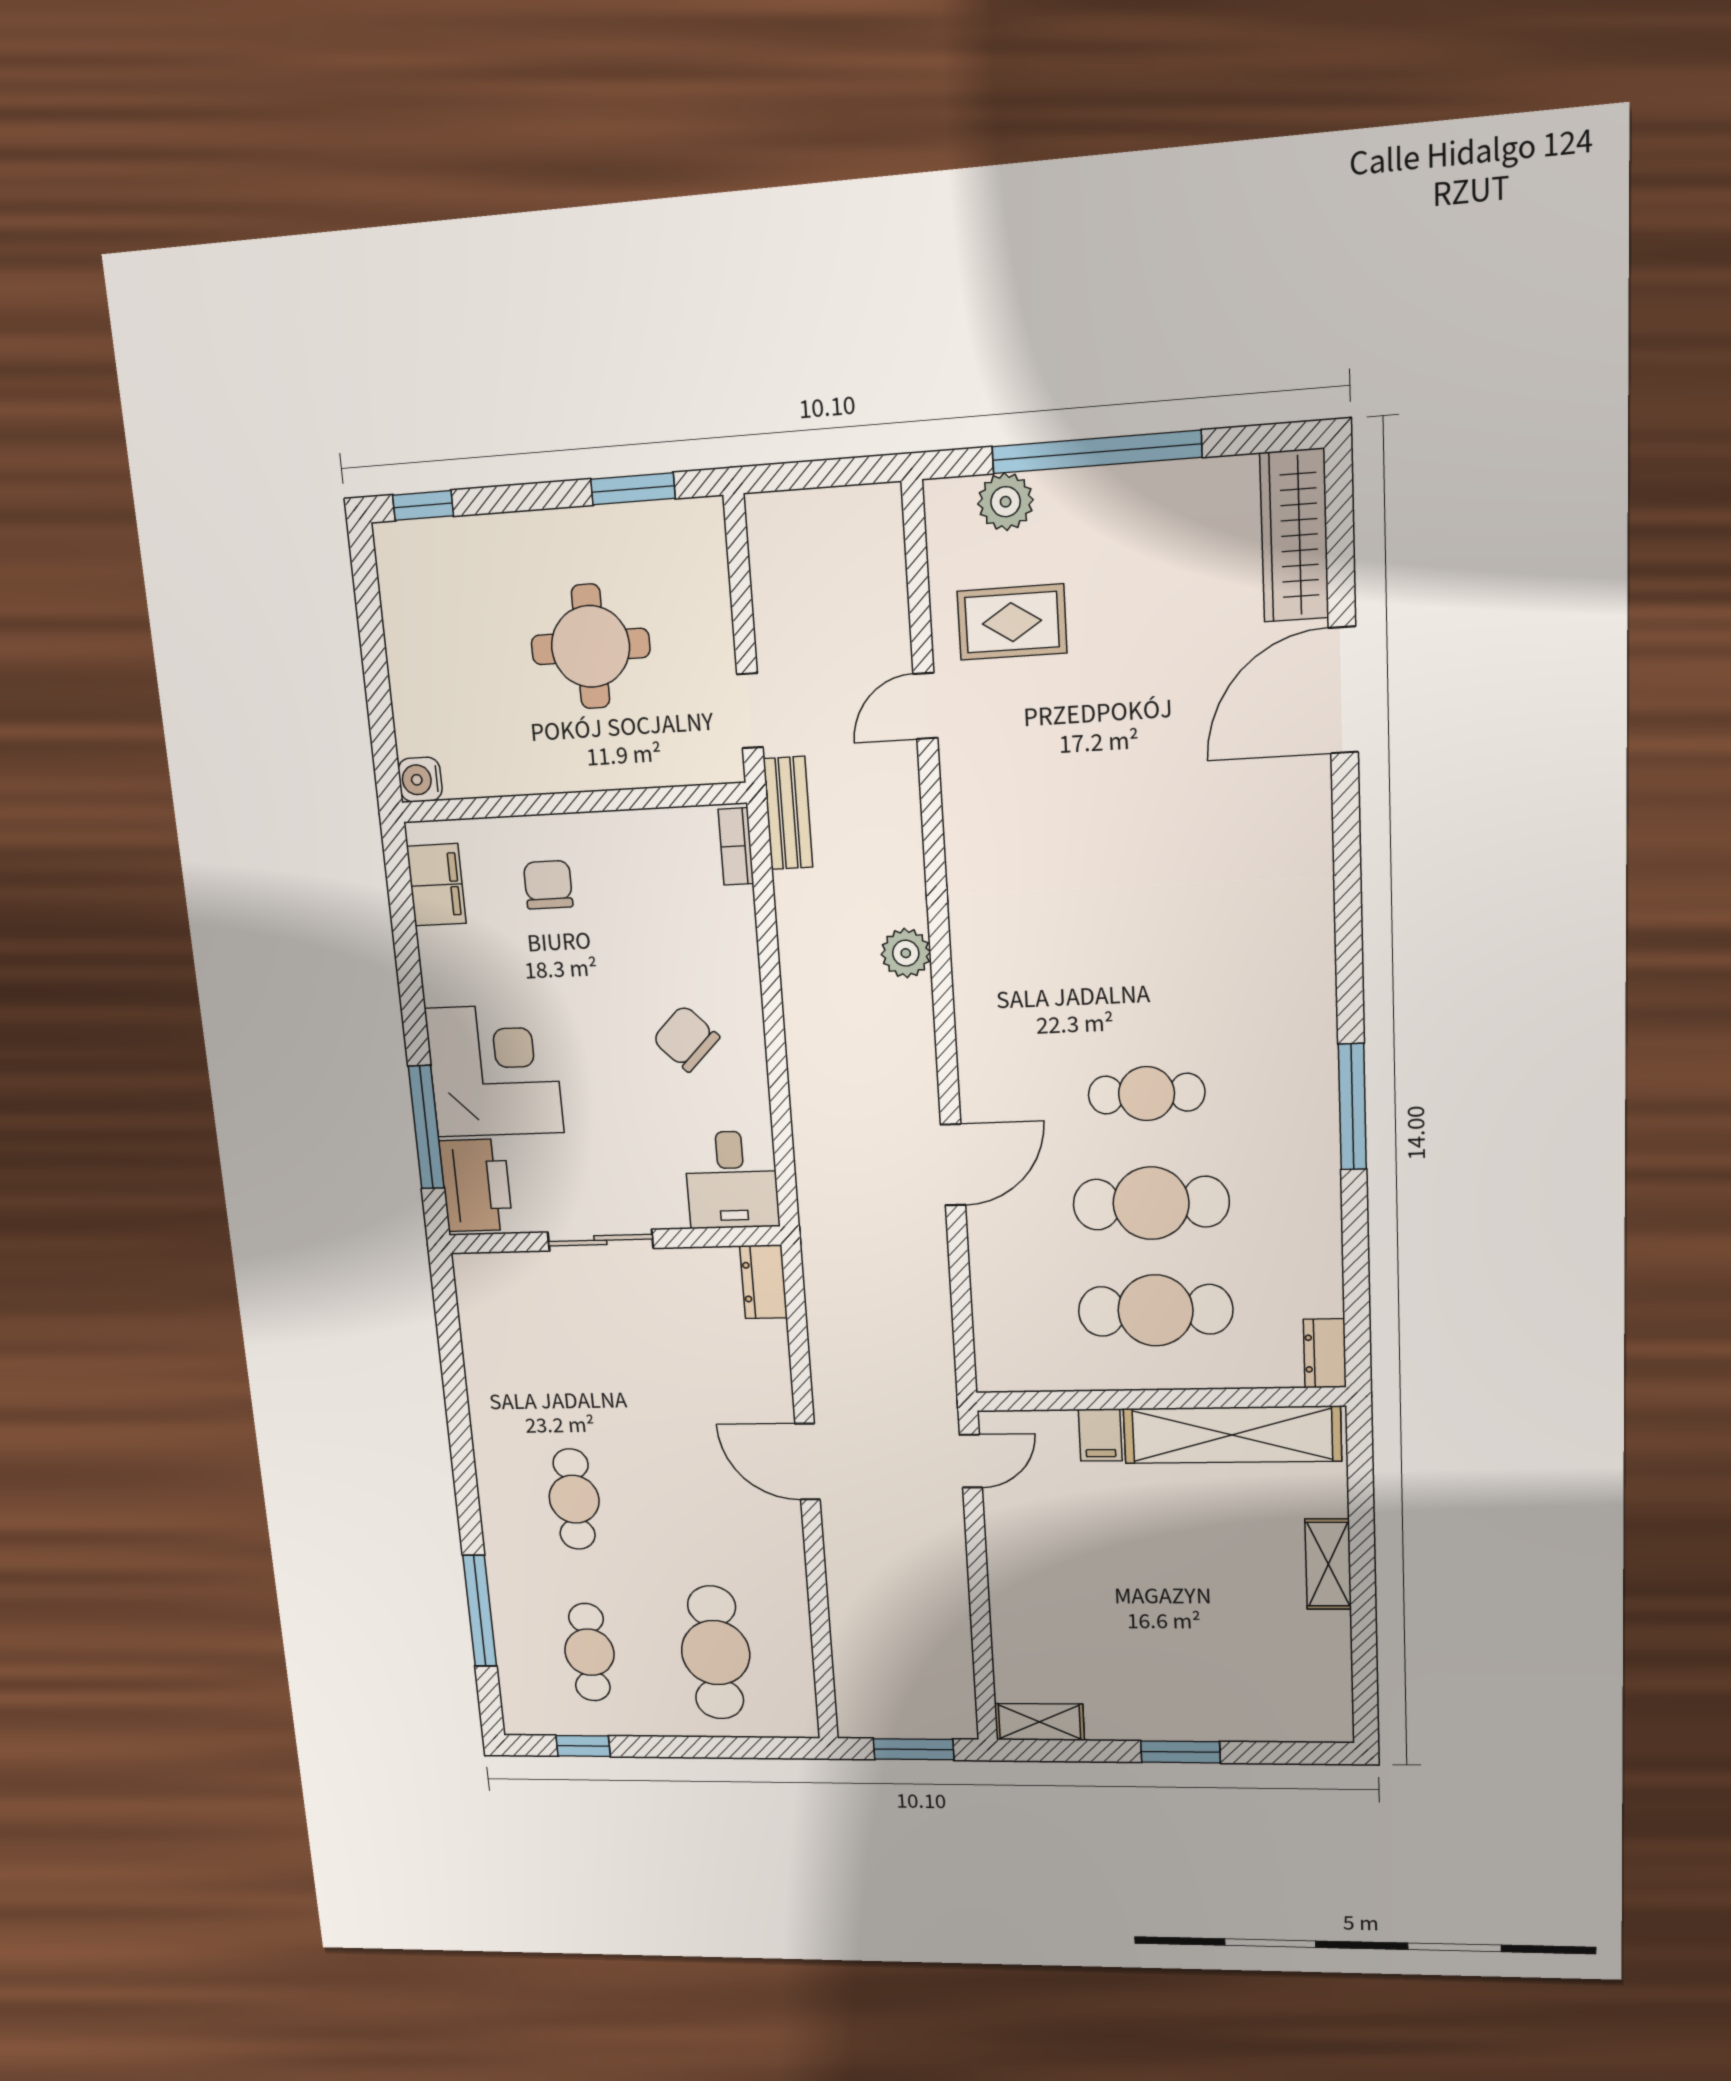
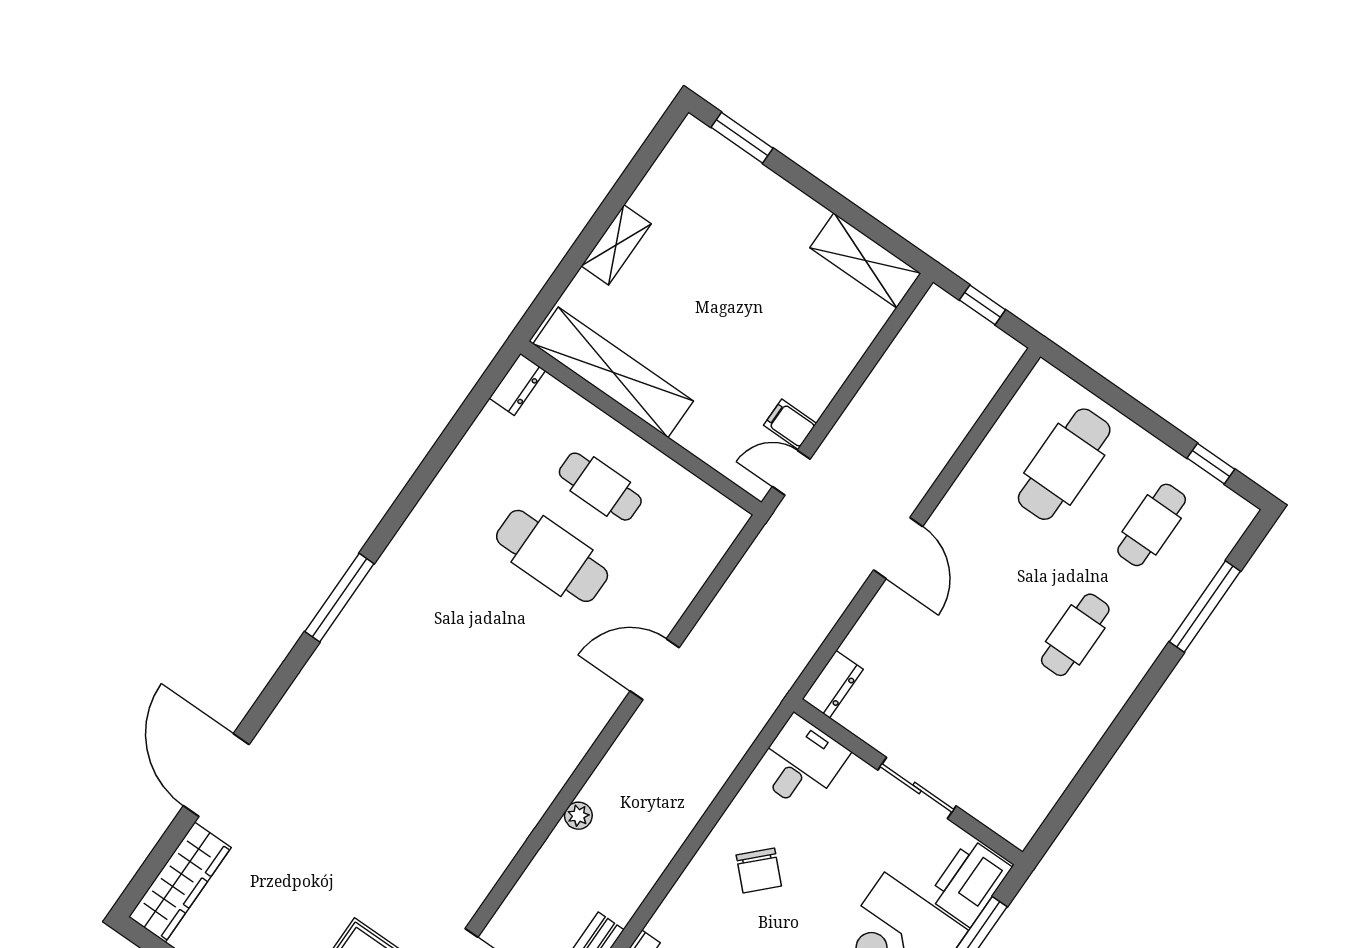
door: (1343, 690) -> (216, 775), swing flipped
plant: (906, 953) -> (578, 816), width x0.73, depth x0.73
cafe table: (1147, 1094) -> (504, 625), removed
window: (1352, 1107) -> (339, 598), moved
cafe table: (1156, 1310) -> (600, 487), width x0.73, depth x0.74
filing cabinet: (1100, 1435) -> (790, 424), moved, turned -90
shelving: (1039, 1722) -> (865, 260), width x1.50, depth x1.33
window: (914, 1749) -> (982, 305), width x0.67
window: (1180, 1752) -> (742, 138), moved

